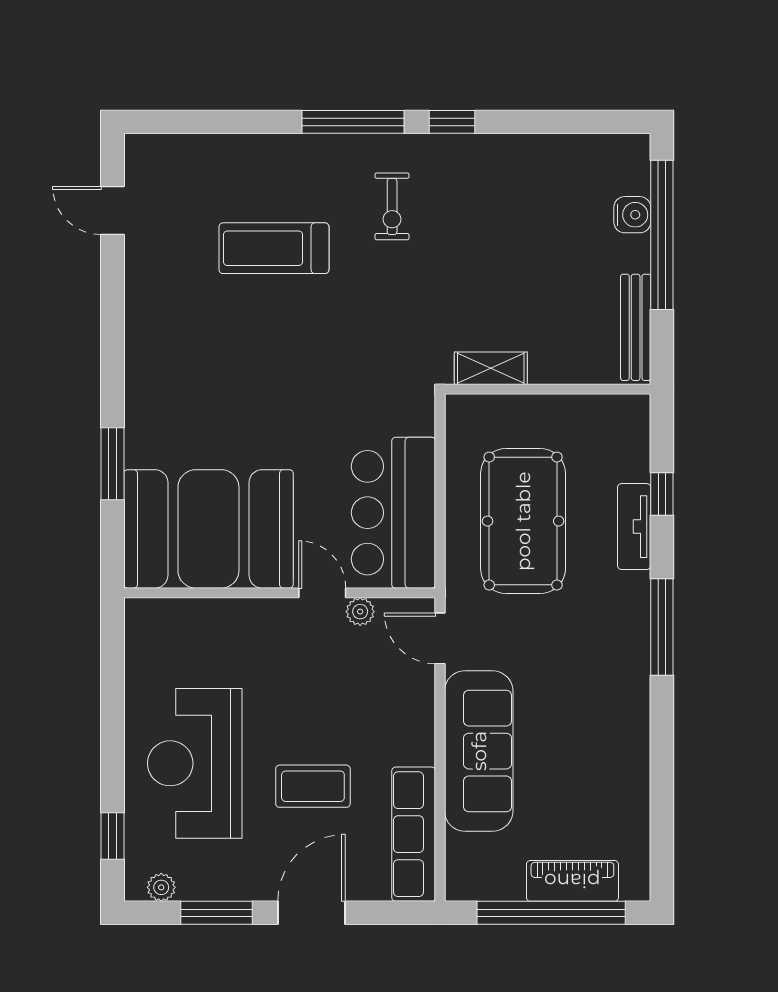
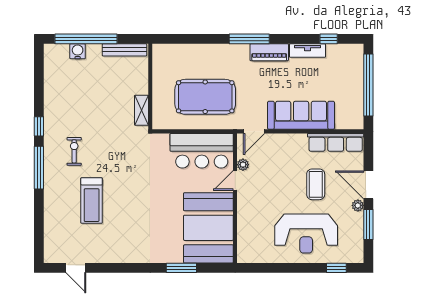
exercise bike: (392, 206) -> (74, 151), turned -90
door: (112, 210) -> (76, 268), hinge flipped
window: (662, 494) -> (329, 39), moved
tv unit: (634, 527) -> (308, 51), moved
piano: (572, 881) -> (269, 52), moved, turned -90
plant: (161, 887) -> (358, 205), moved

